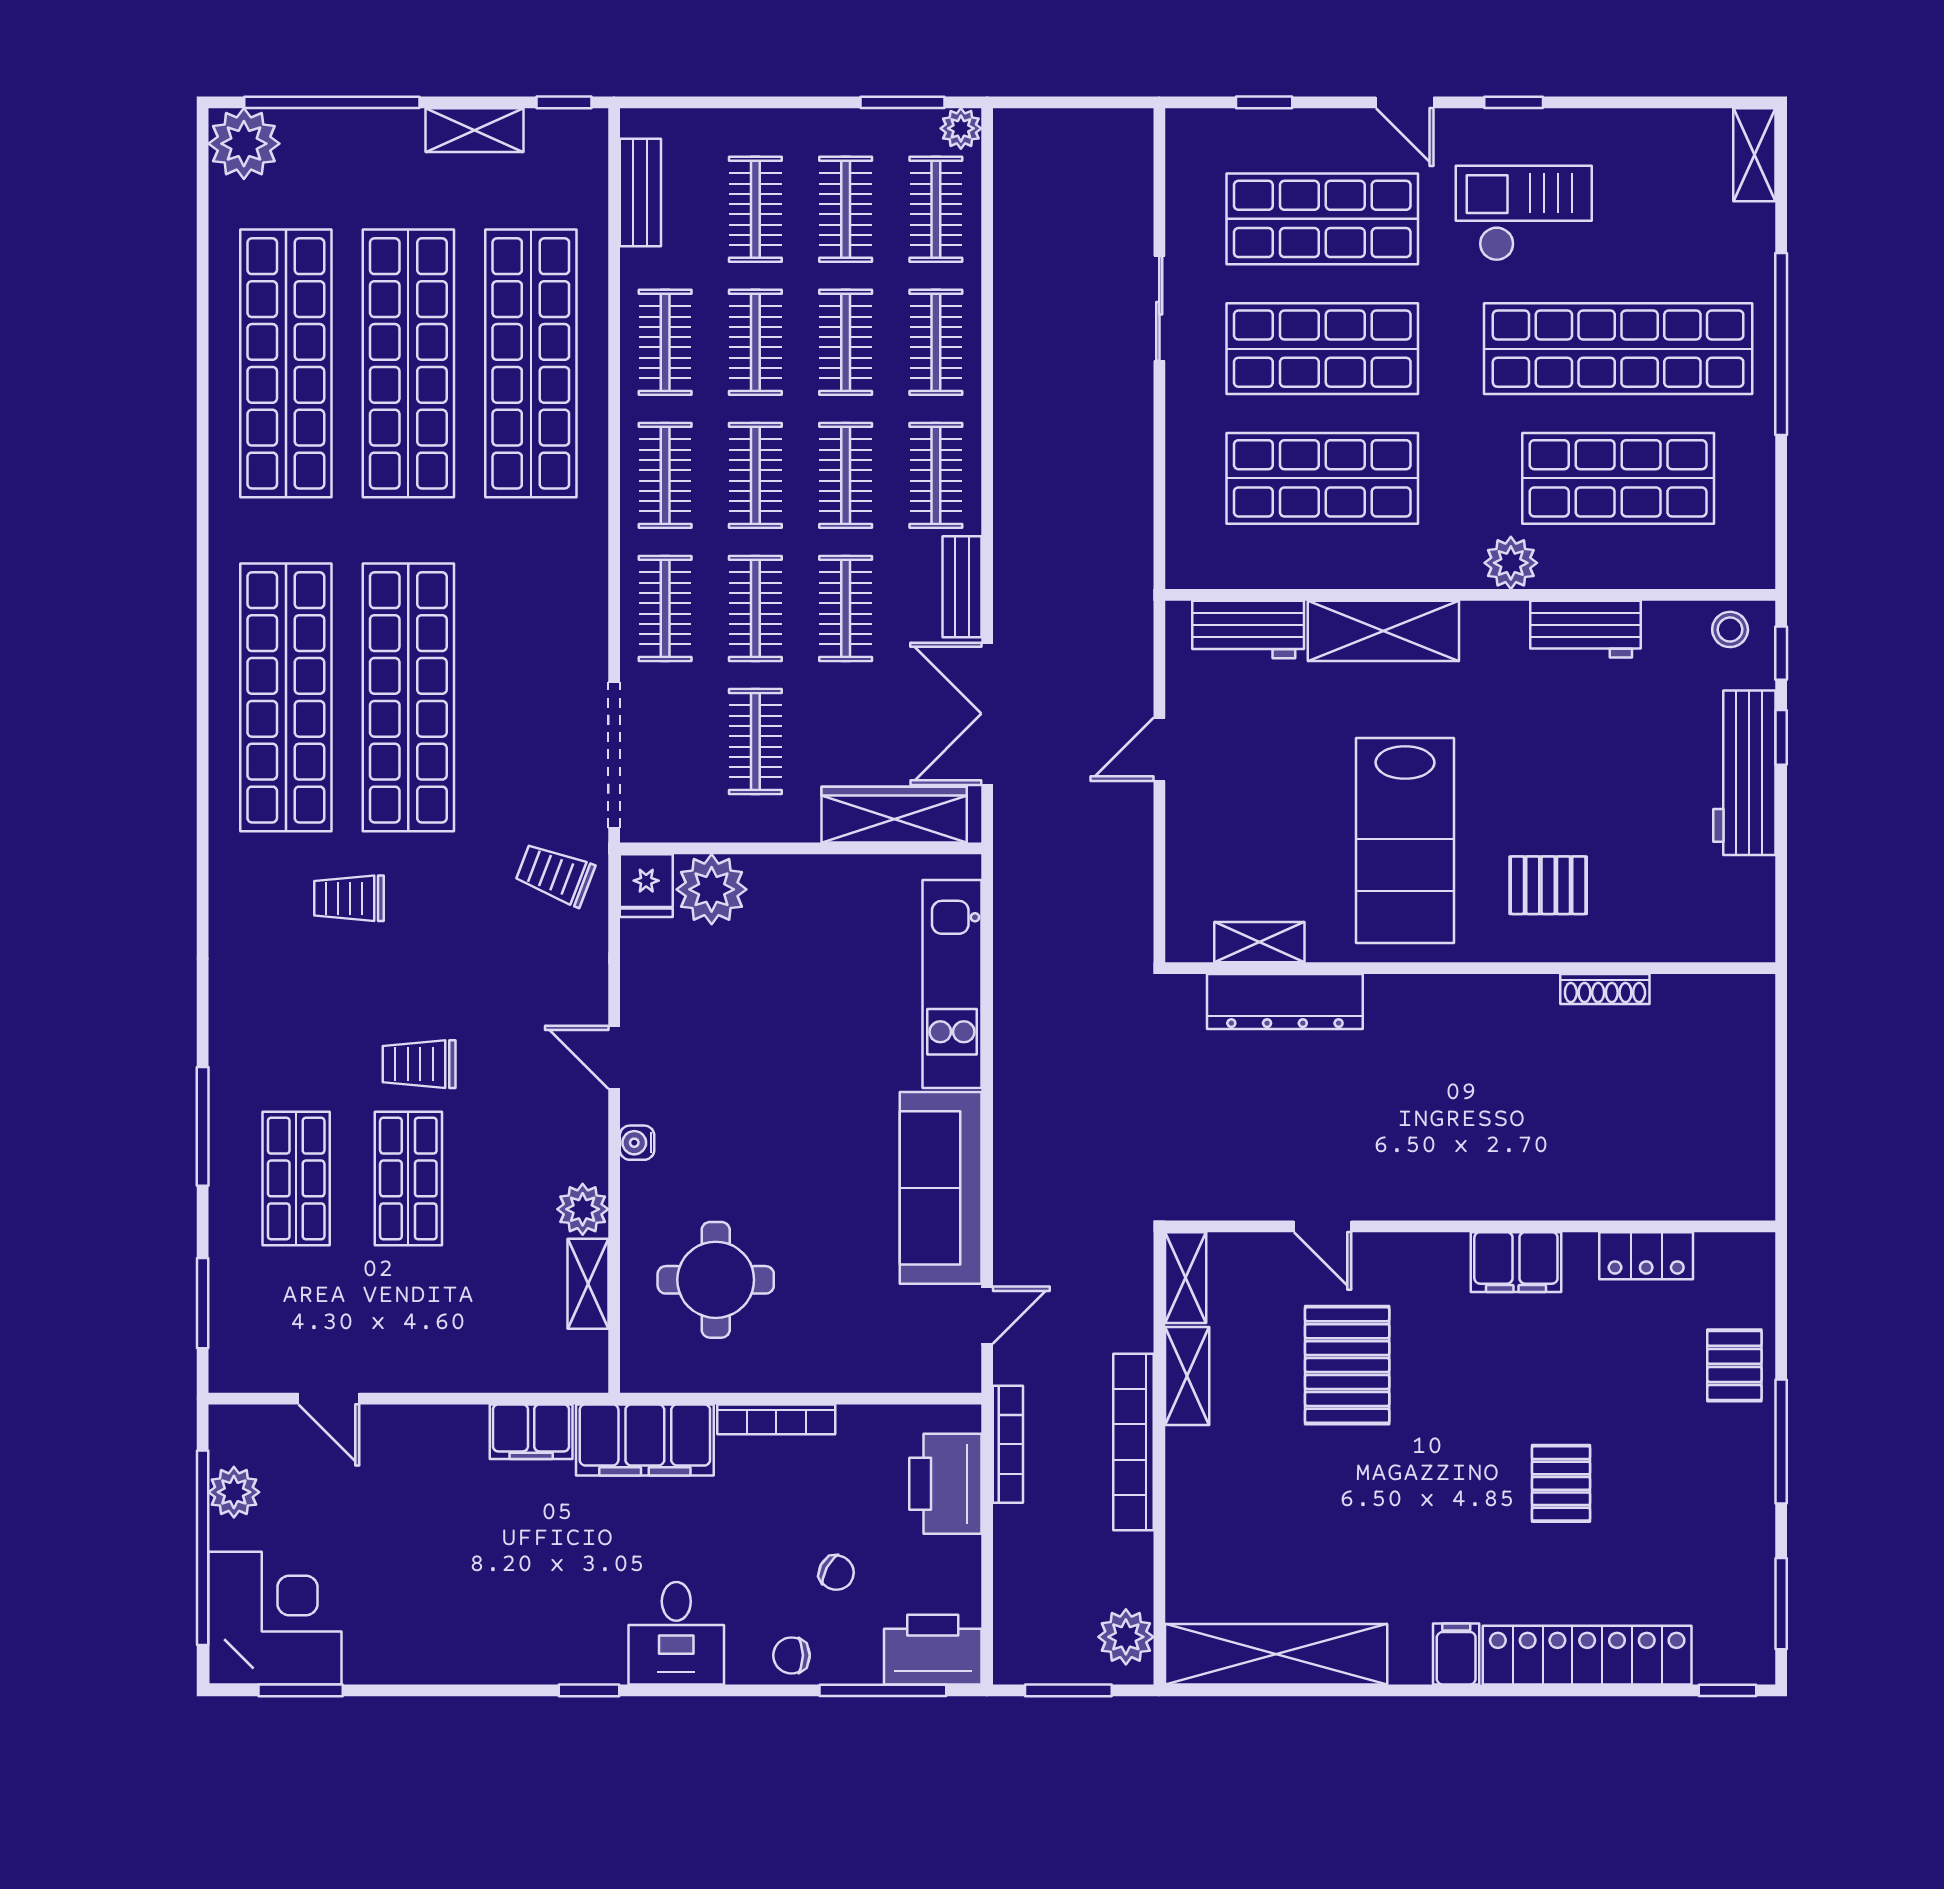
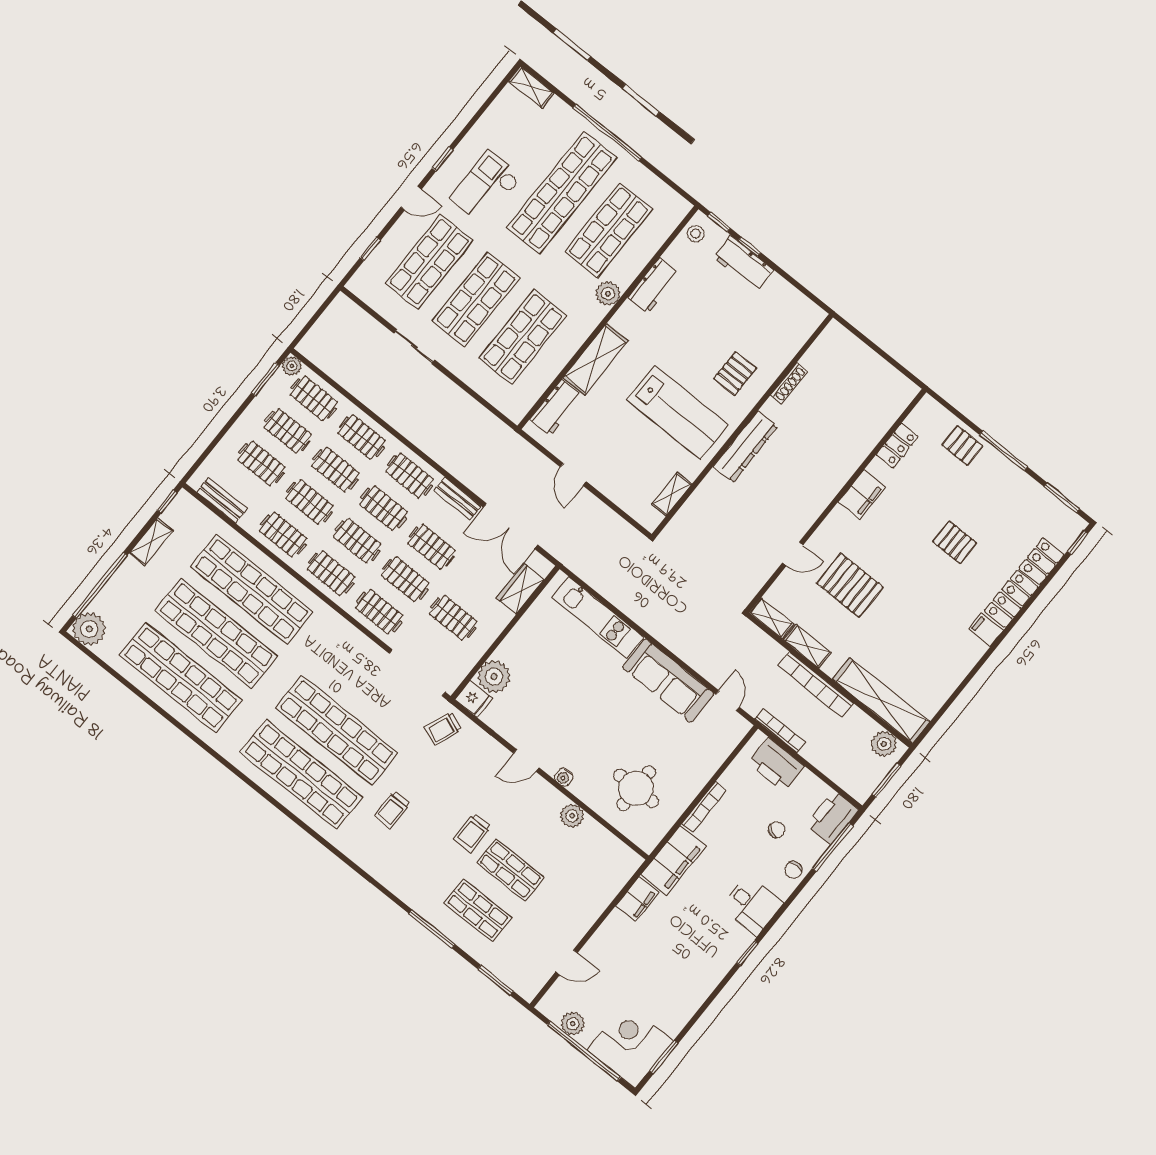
workbench: (1744, 773) -> (743, 264), width x0.73
wardrobe: (894, 815) -> (520, 589), width x0.67
dresser: (1285, 1002) -> (745, 447), moved
shelving: (588, 1284) -> (600, 836), removed
shelving: (1276, 1654) -> (881, 700), moved, turned 90

